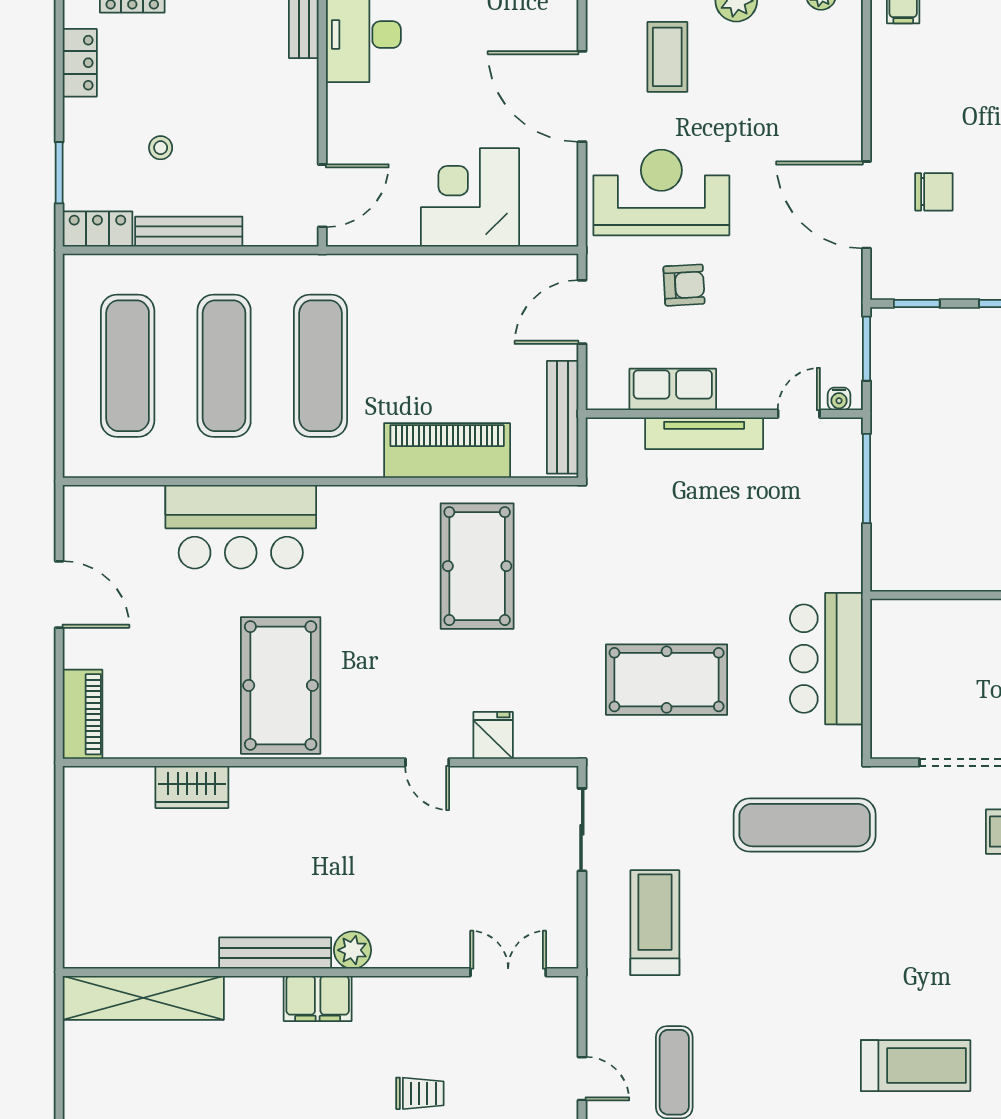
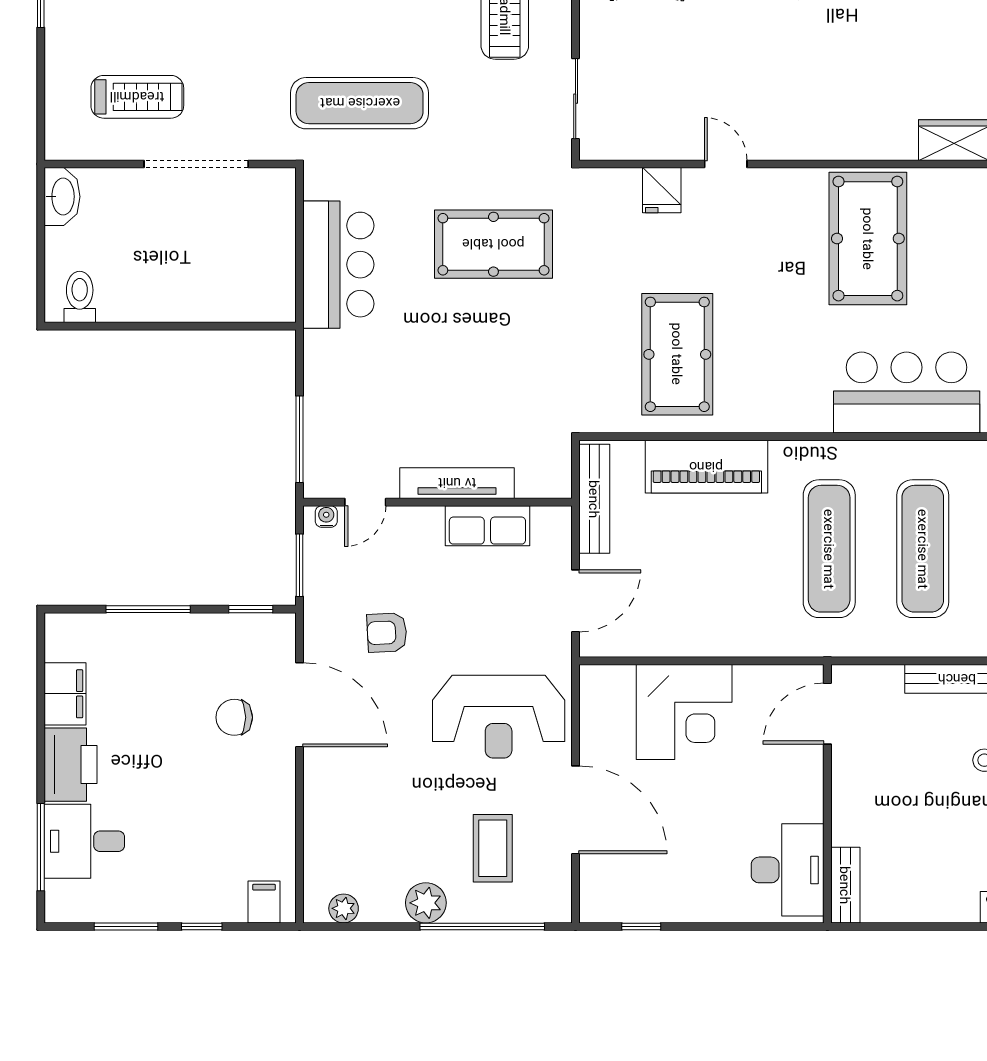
armchair: (684, 285) -> (387, 633), moved

